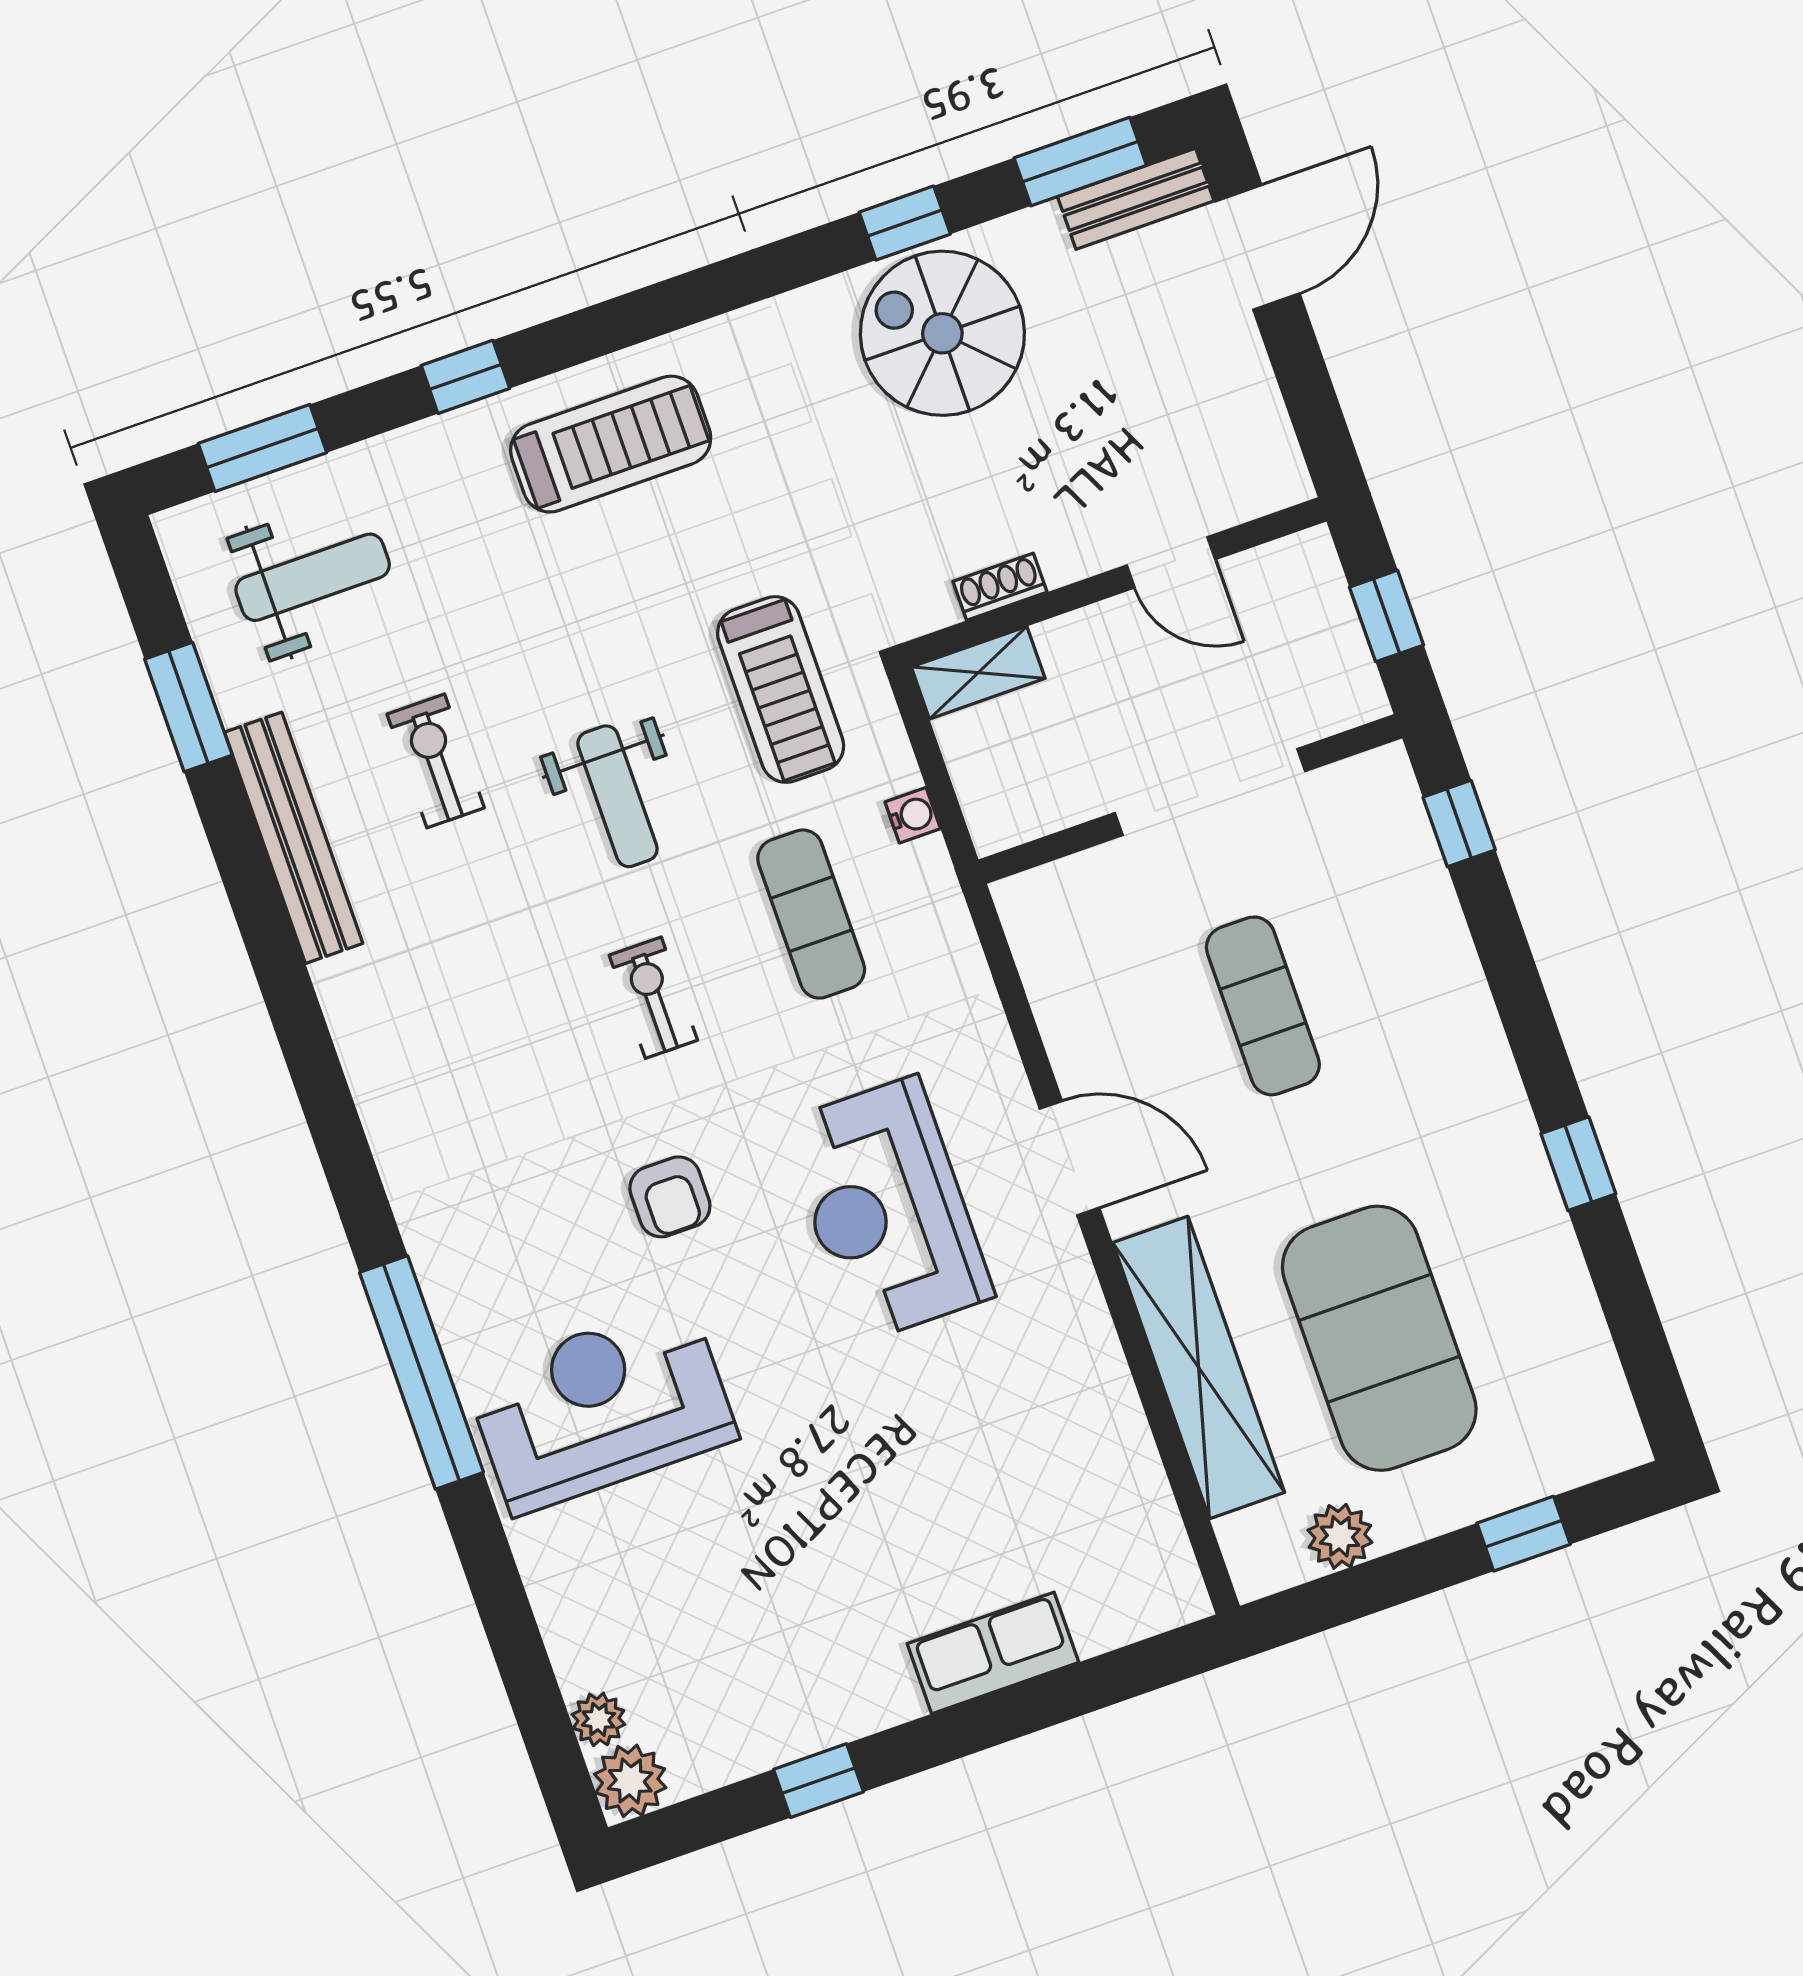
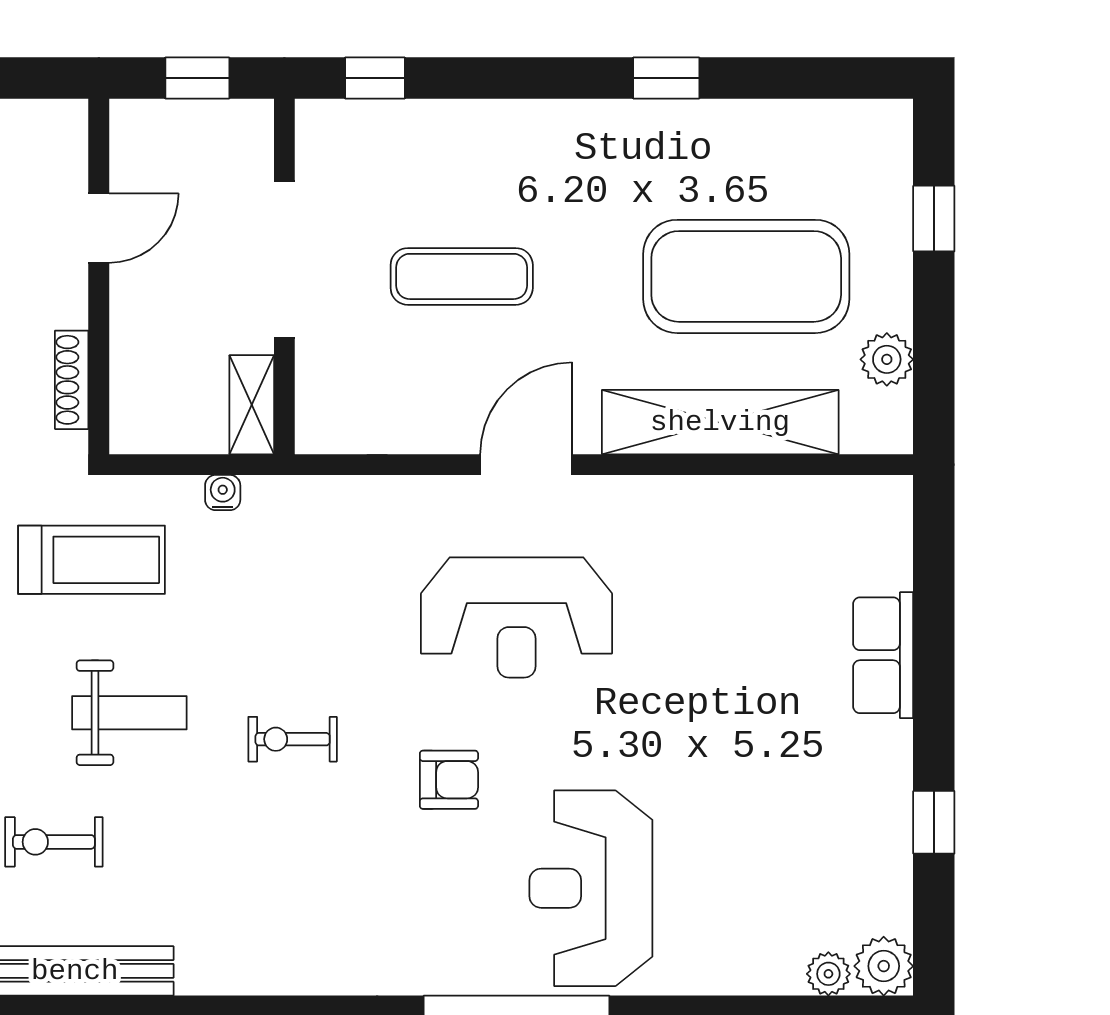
shoe rack: (1000, 587) -> (72, 380), width x1.43
shelving: (978, 673) -> (252, 405), moved
exercise mat: (811, 914) -> (271, 596), removed

